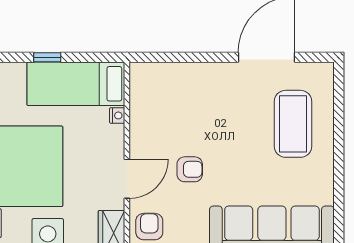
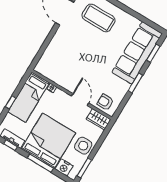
armchair: (190, 169) -> (92, 71), removed

